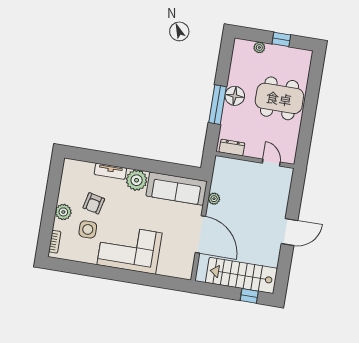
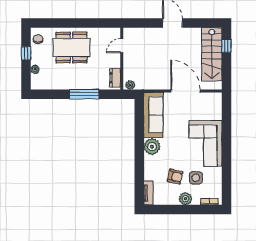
chair: (297, 58) -> (38, 39), added
floor lamp: (235, 96) -> (75, 82), removed
dining table: (279, 98) -> (71, 47), turned 90
tv unit: (110, 171) -> (148, 193), moved
plant: (214, 199) -> (130, 85), moved
door: (200, 234) -> (185, 91), hinge flipped

